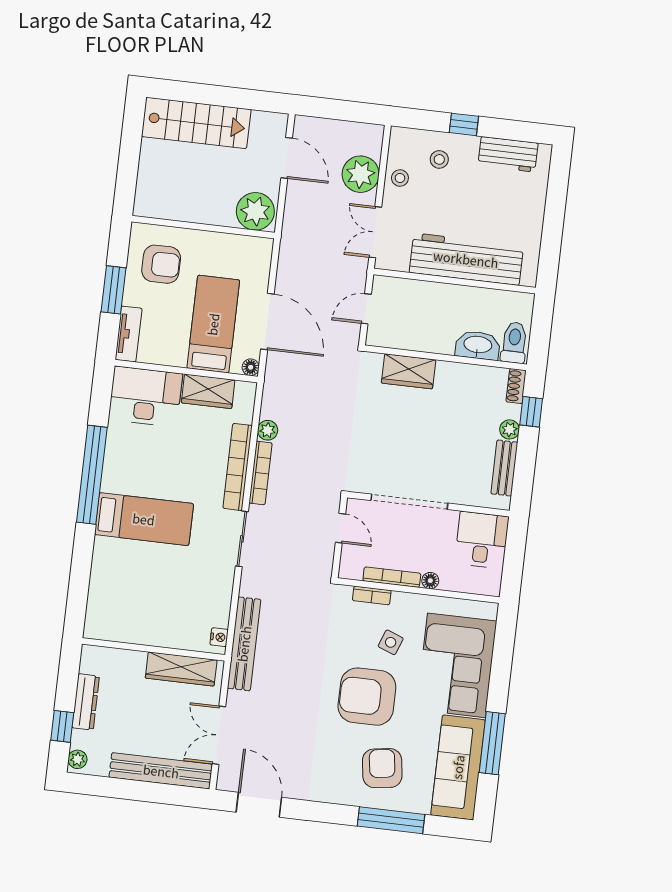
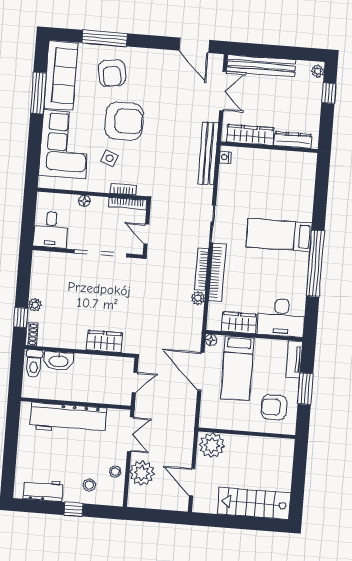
bench: (504, 468) -> (37, 279), removed
bookcase: (392, 577) -> (128, 204), moved
dresser: (86, 702) -> (293, 140), moved, turned 90

